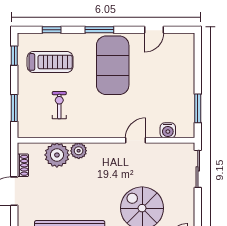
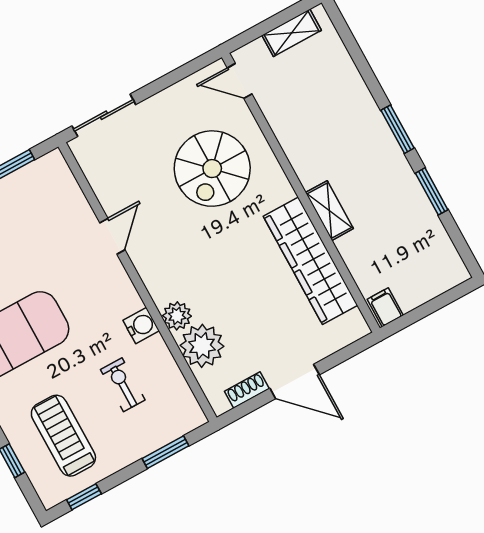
exercise bike: (59, 105) -> (123, 385), turned 90
water cooler: (168, 130) -> (141, 326), moved
door: (136, 140) -> (112, 236), swing flipped

